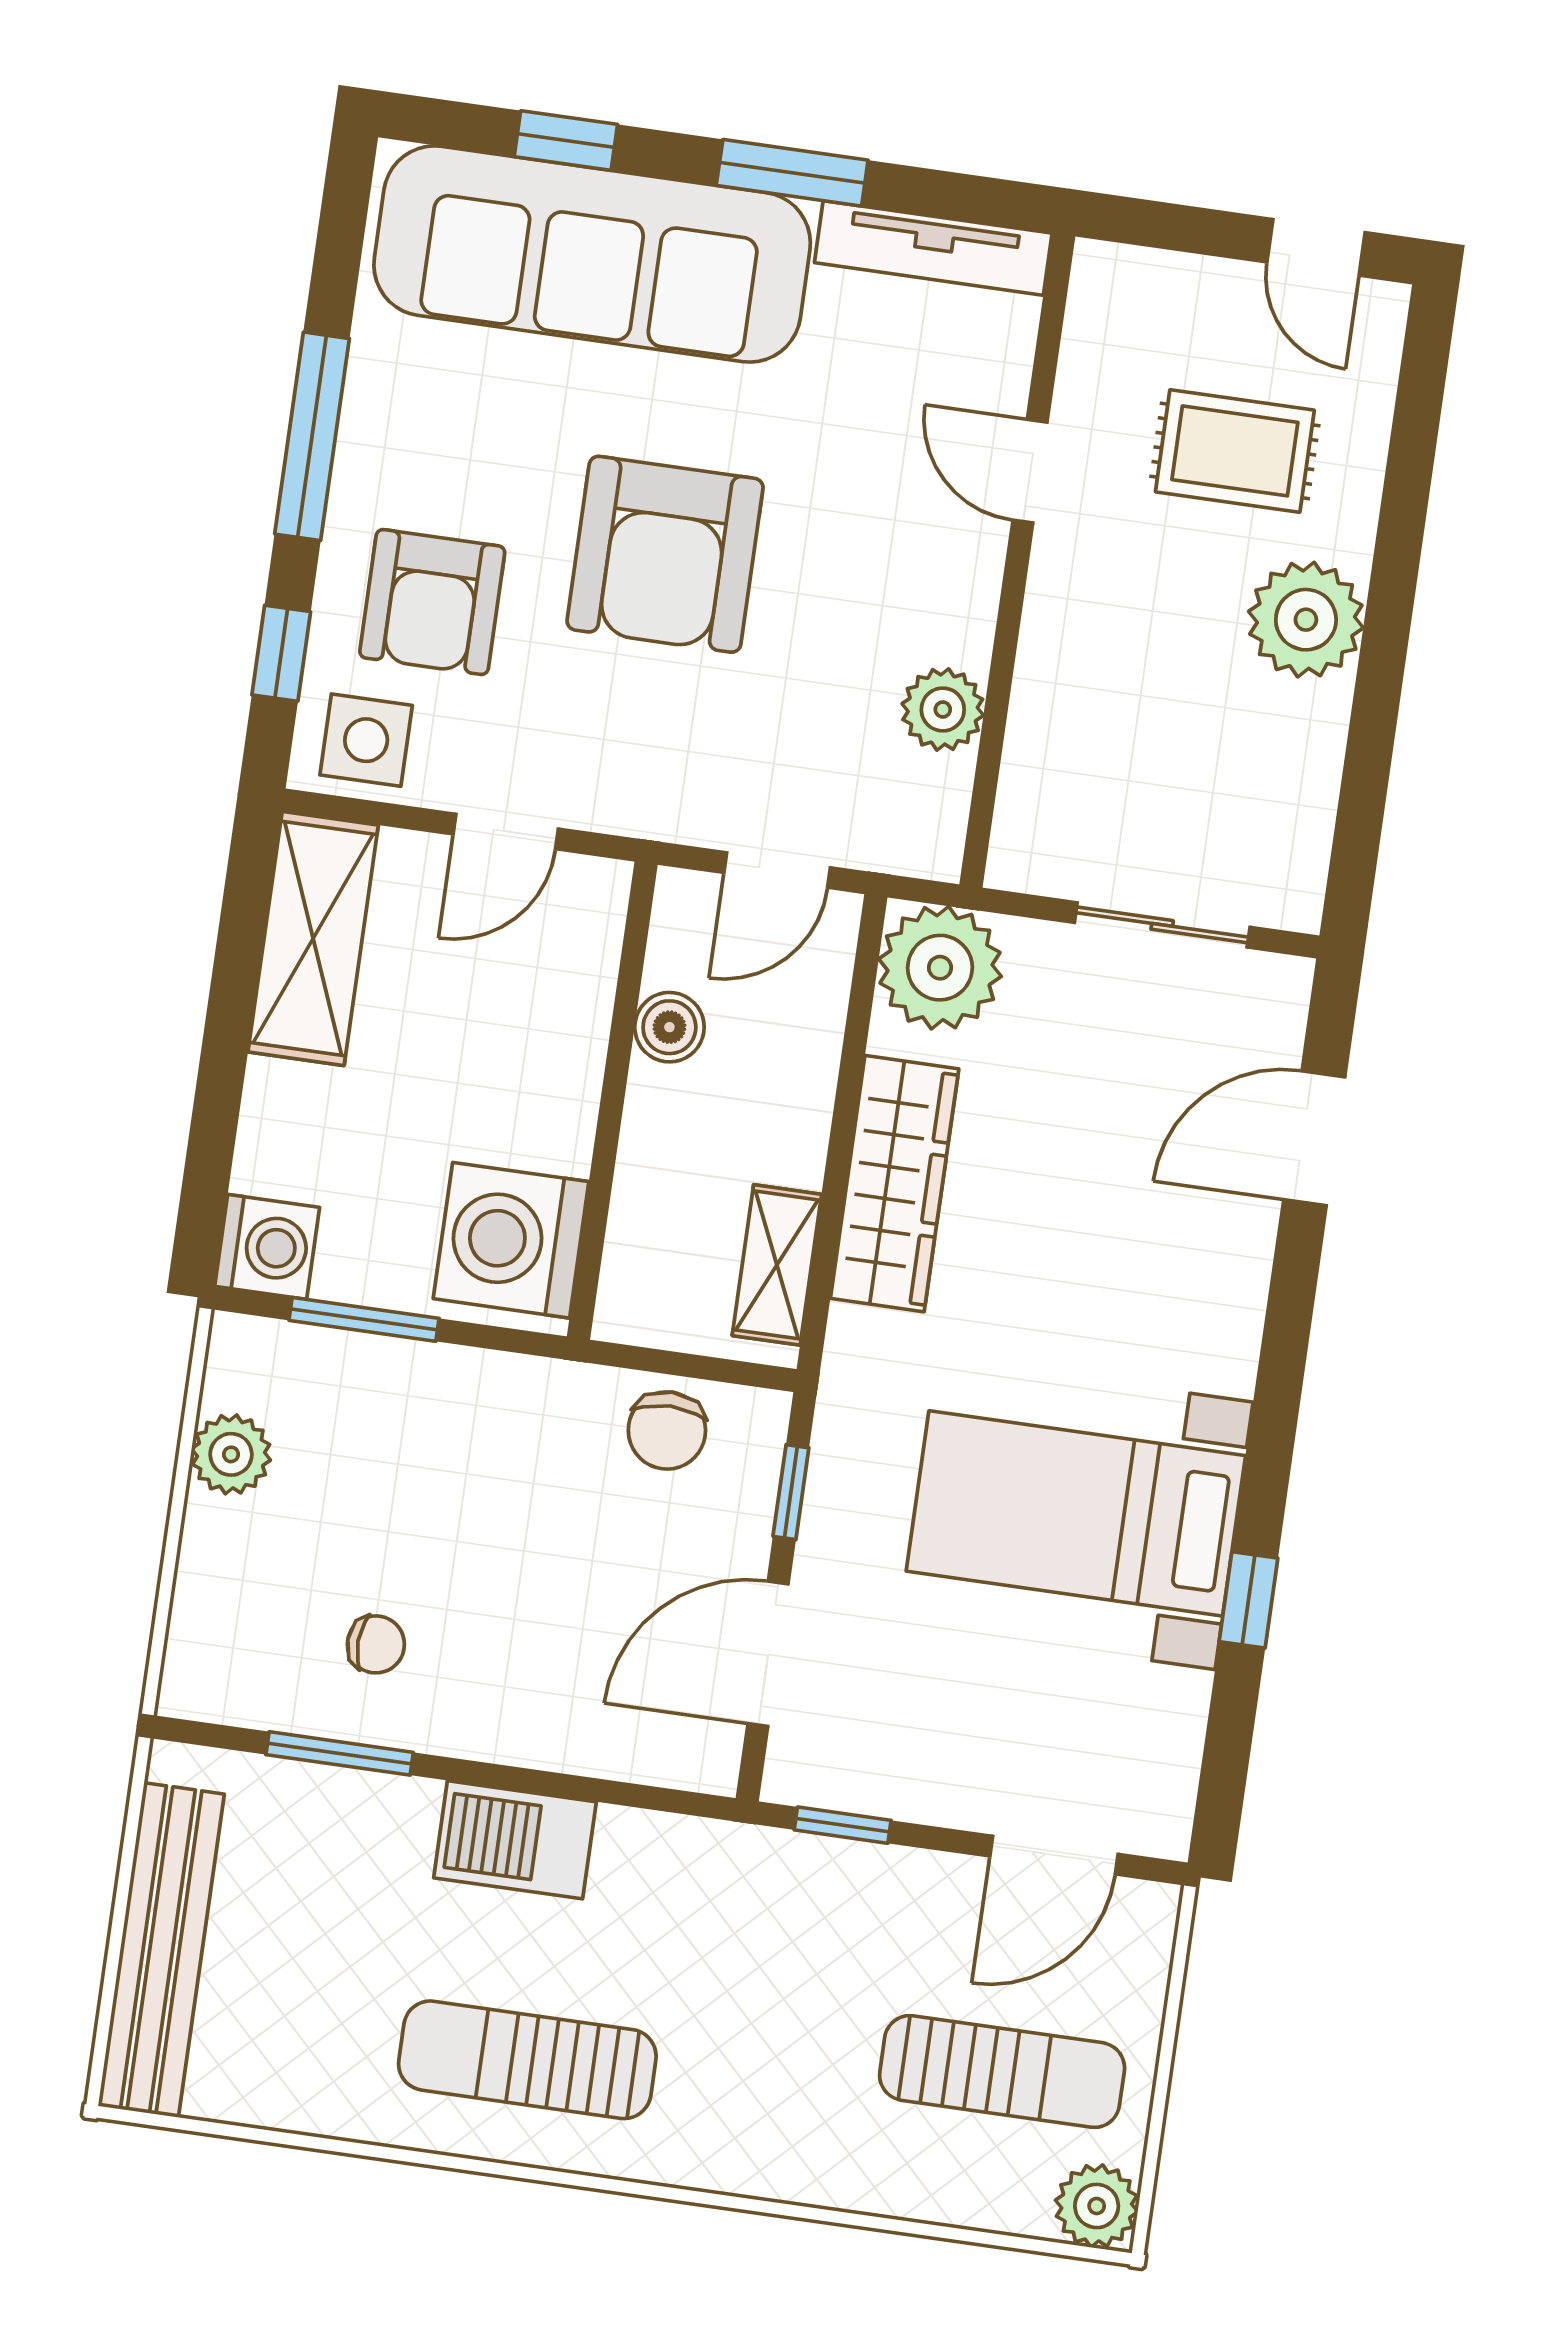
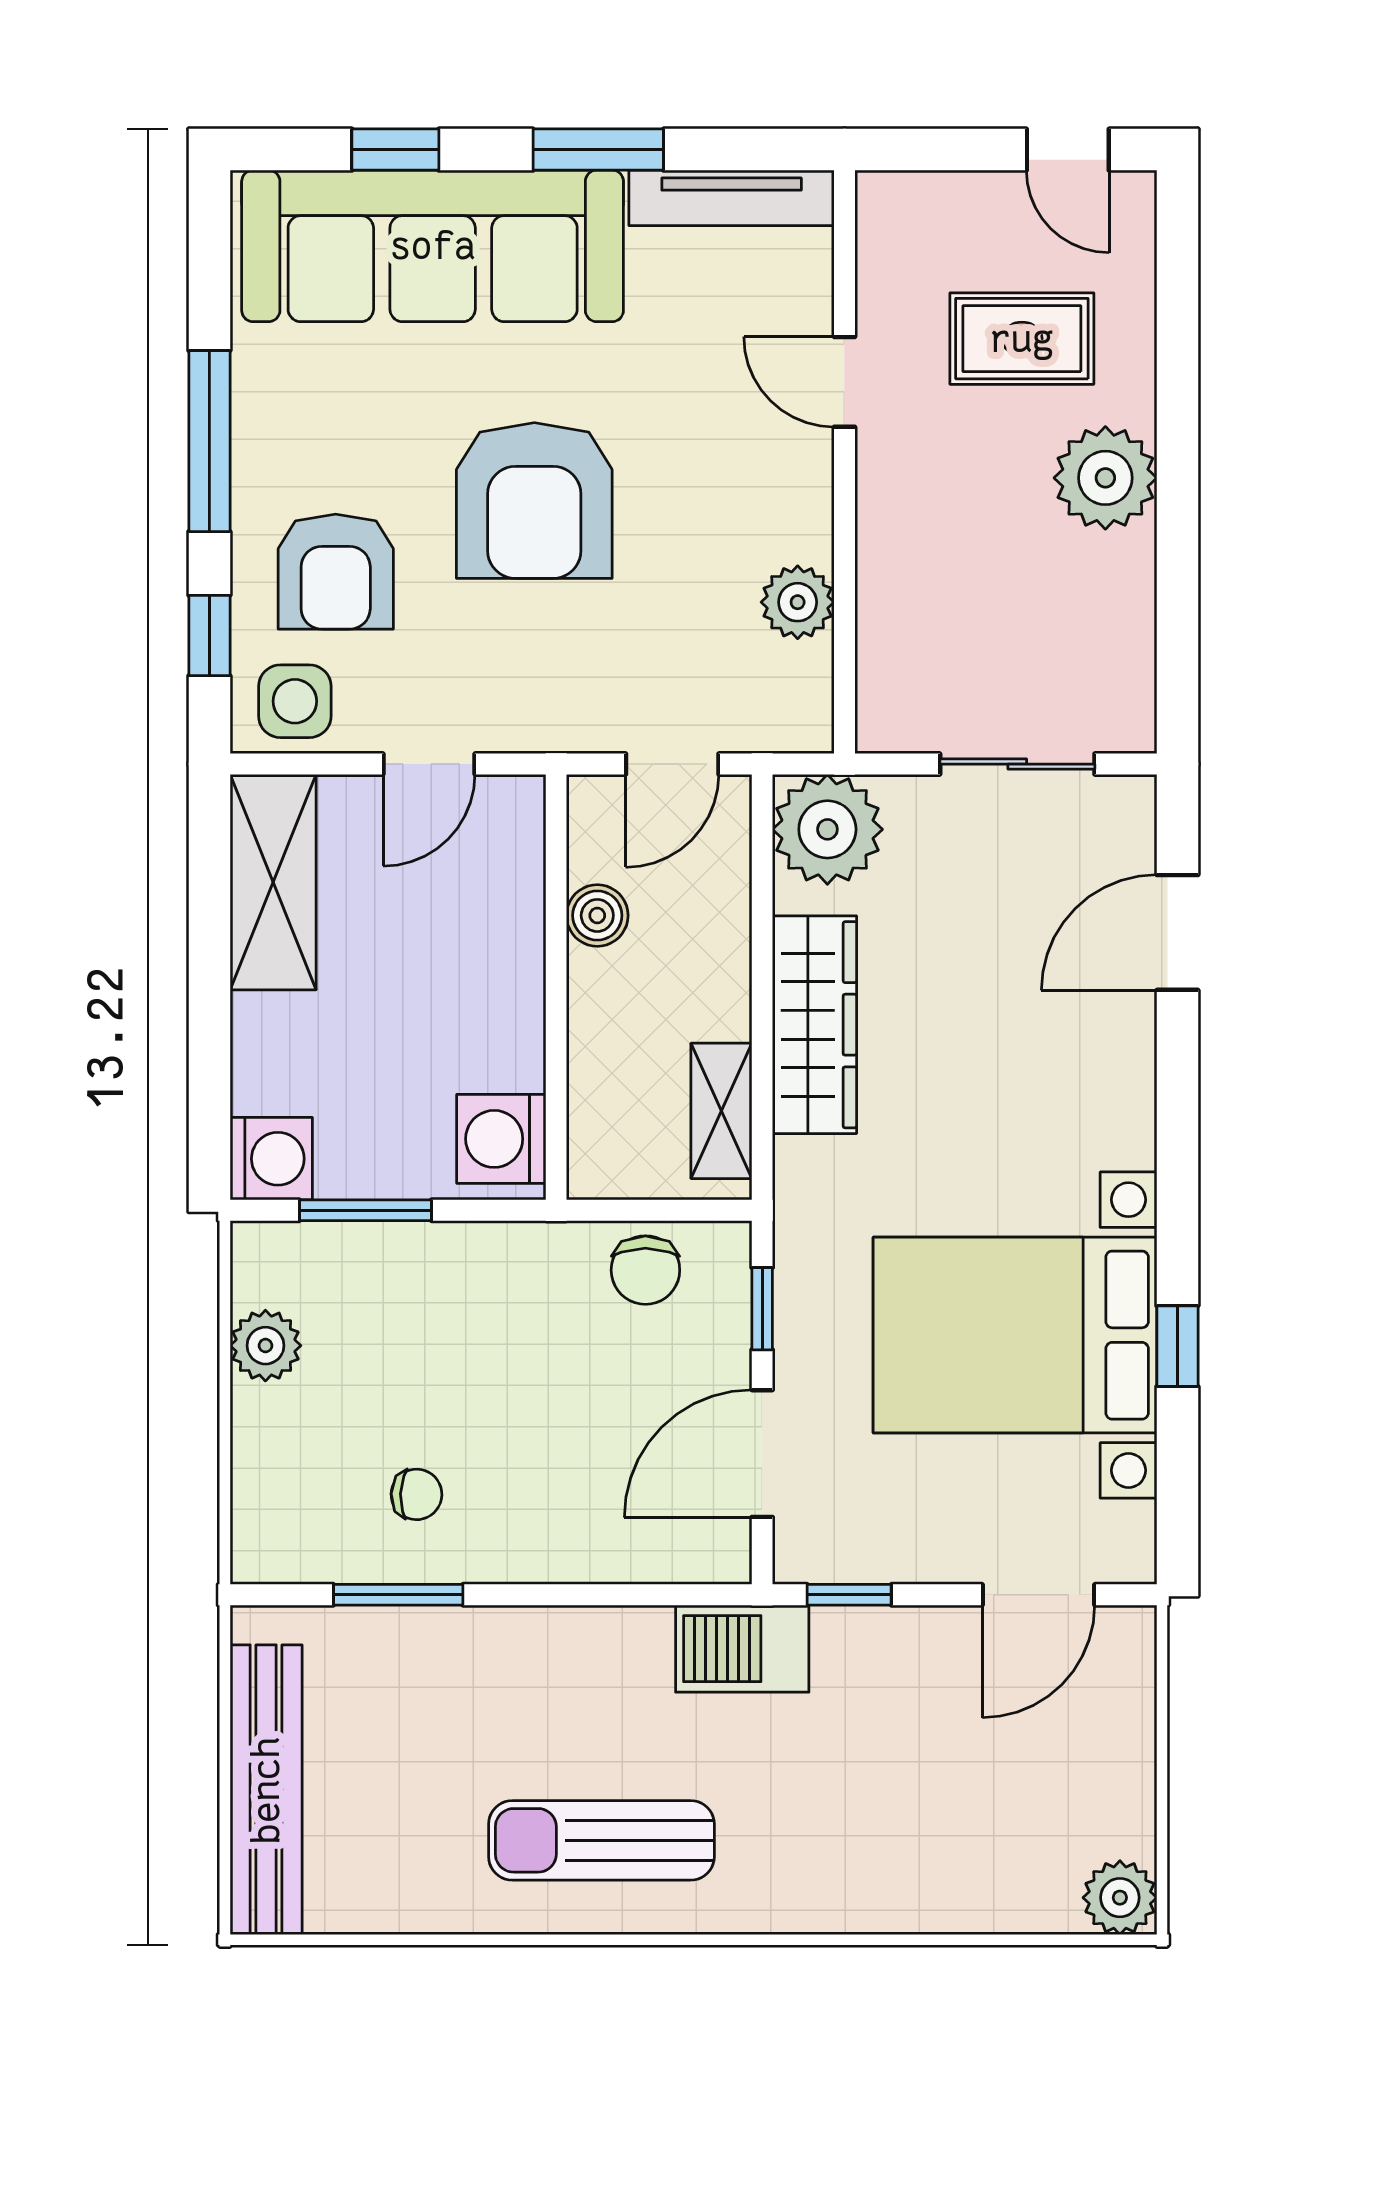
washing machine: (511, 1240) -> (501, 1139), width x0.73, depth x0.73
bed with nightstands: (1076, 1513) -> (1015, 1335), width x1.36
barbecue: (515, 1840) -> (742, 1649), moved
sun lounger: (1002, 2072) -> (1020, 1791), removed

